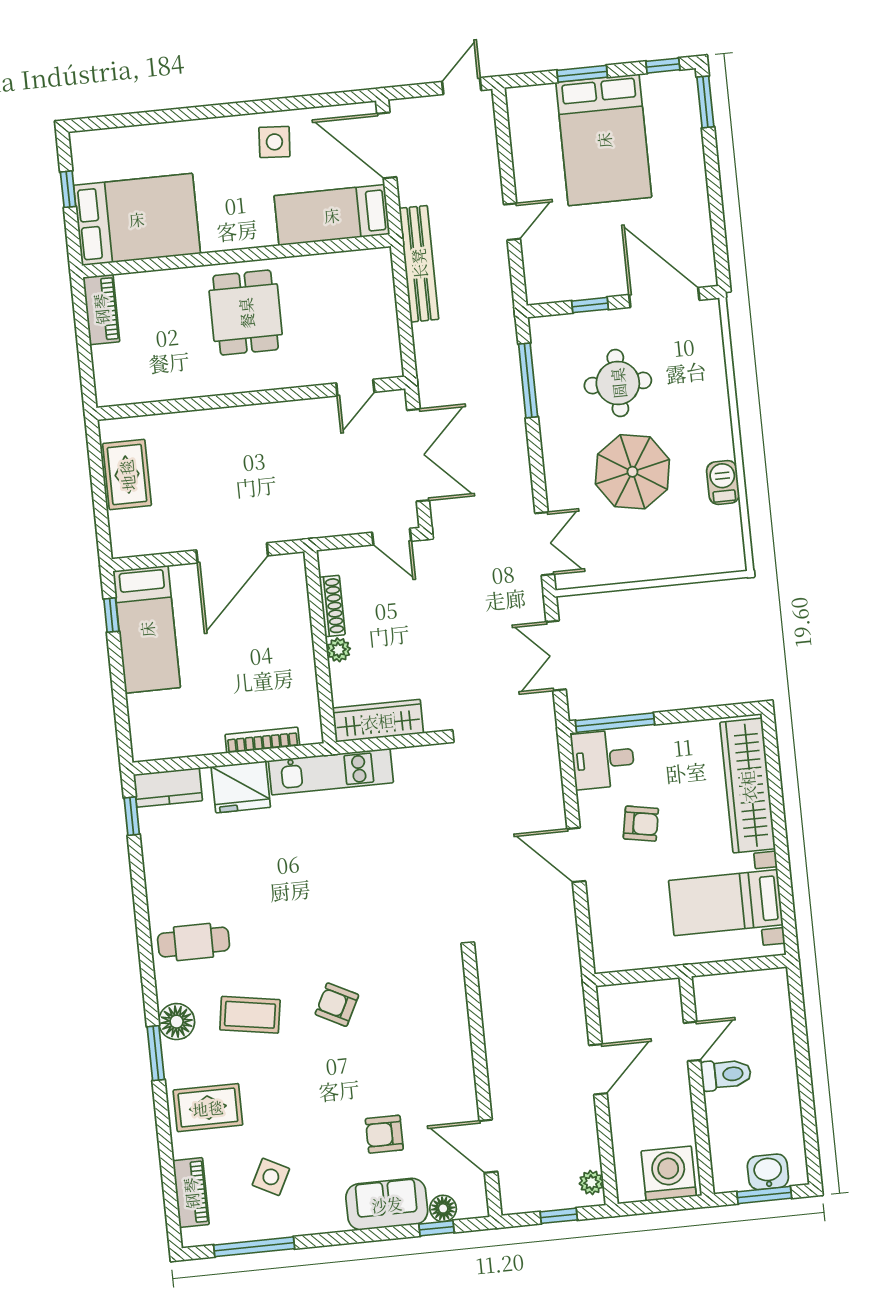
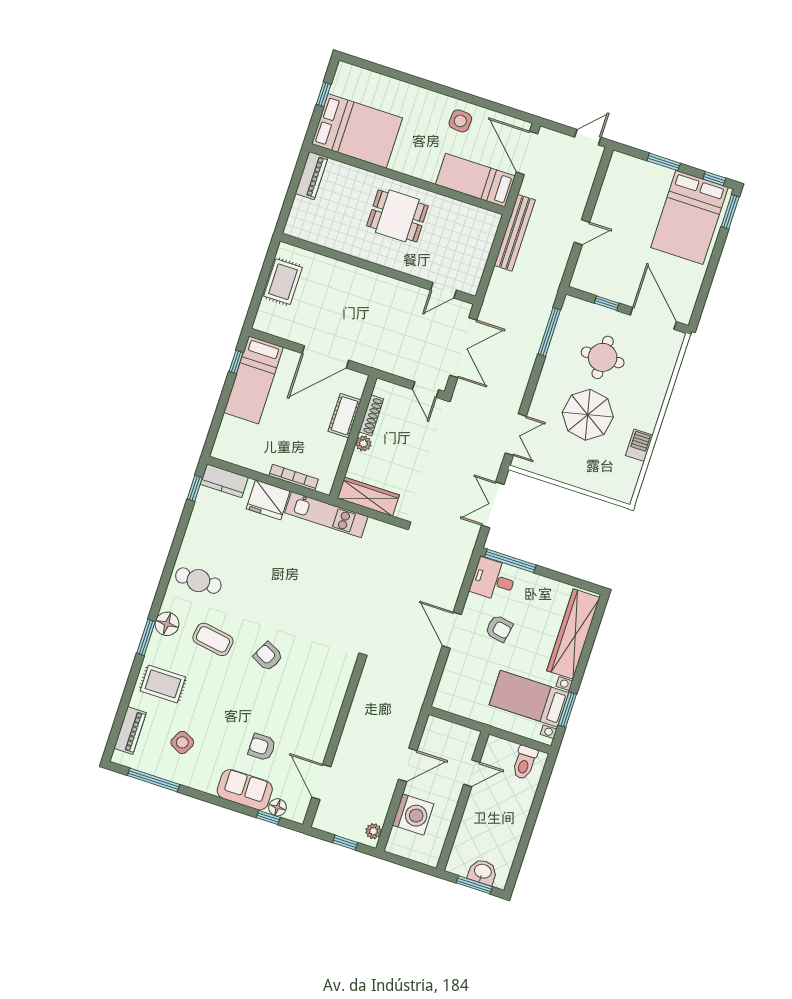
bed: (604, 140) -> (689, 217), moved
dining table: (246, 313) -> (397, 216), turned 90
cot: (295, 623) -> (345, 416), added
window: (786, 894) -> (567, 710), added
toilet: (726, 1074) -> (525, 763), moved, turned 90
washing machine: (669, 1173) -> (413, 815), moved, turned 90

